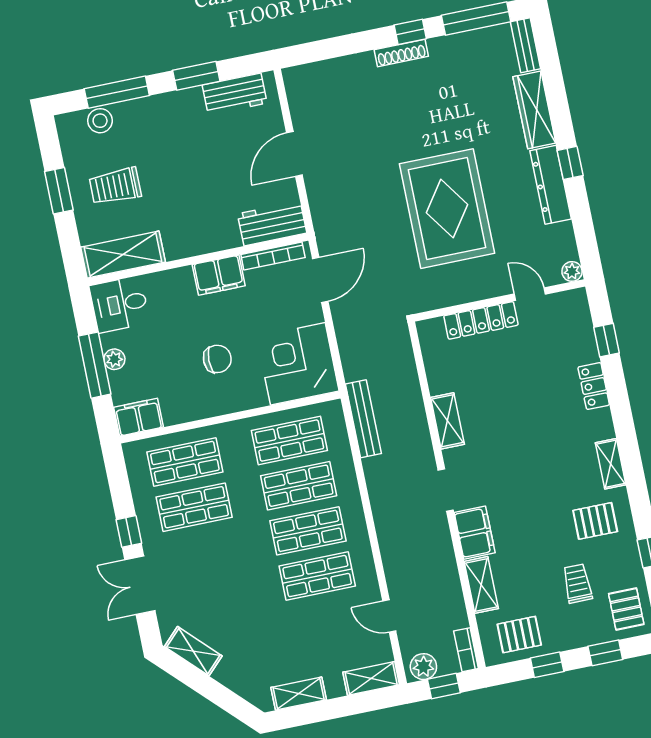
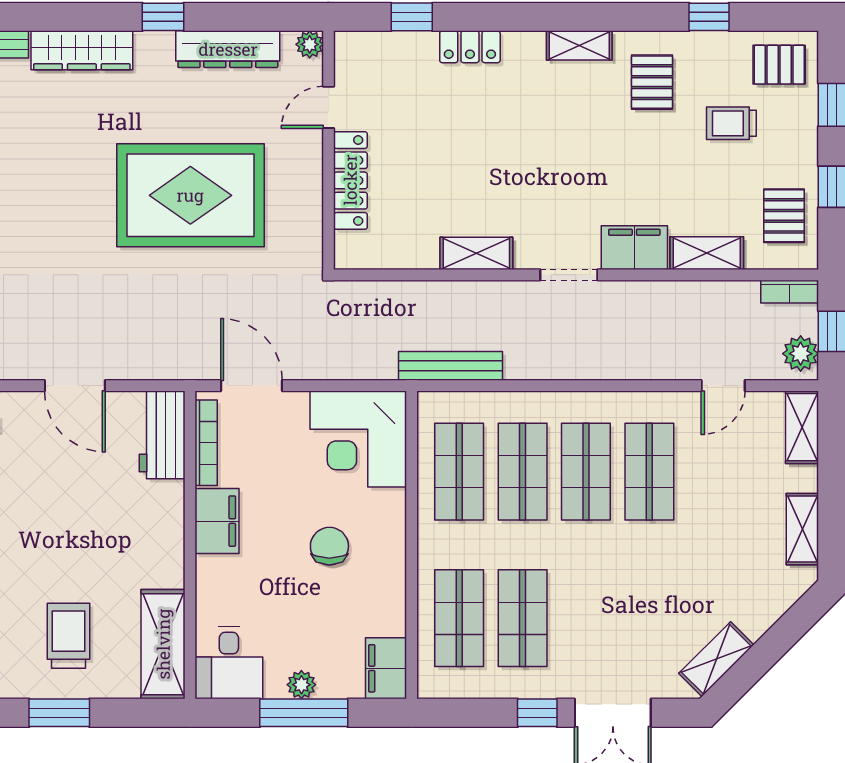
dresser: (551, 185) -> (228, 49), moved
trolley: (115, 186) -> (69, 636), turned 180

